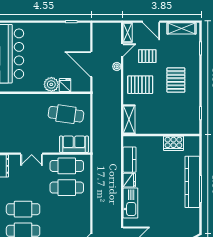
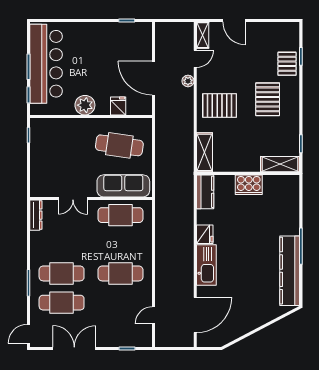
shelving: (182, 28) -> (280, 164), moved
pallet: (147, 56) -> (287, 64), moved, turned 90
plant: (51, 84) -> (85, 105), moved
cooker: (173, 143) -> (249, 185), moved
sofa: (74, 144) -> (123, 186), width x1.36
kitchen counter: (130, 160) -> (205, 192), moved
kitchen counter: (192, 182) -> (290, 271), moved
cafe table: (67, 188) -> (120, 273), moved

